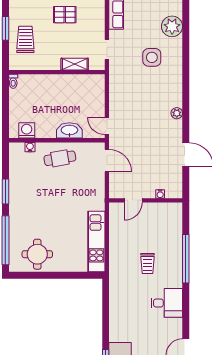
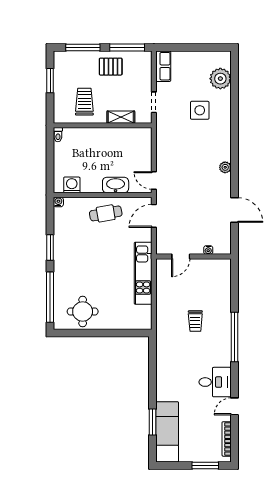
trolley: (25, 39) -> (84, 102), moved
water cooler: (30, 147) -> (58, 202), moved
door: (107, 161) -> (154, 216), swing flipped
kitchen unit: (96, 241) -> (143, 273), moved
window: (186, 259) -> (234, 337), moved
desk: (167, 303) -> (215, 382), moved

